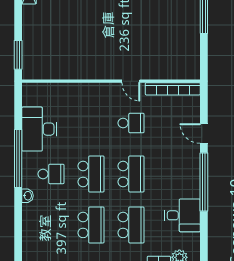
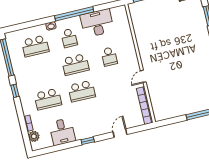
school desk: (131, 123) -> (109, 57), moved
window: (204, 182) -> (88, 141), width x0.32
school desk: (91, 225) -> (35, 46), moved

